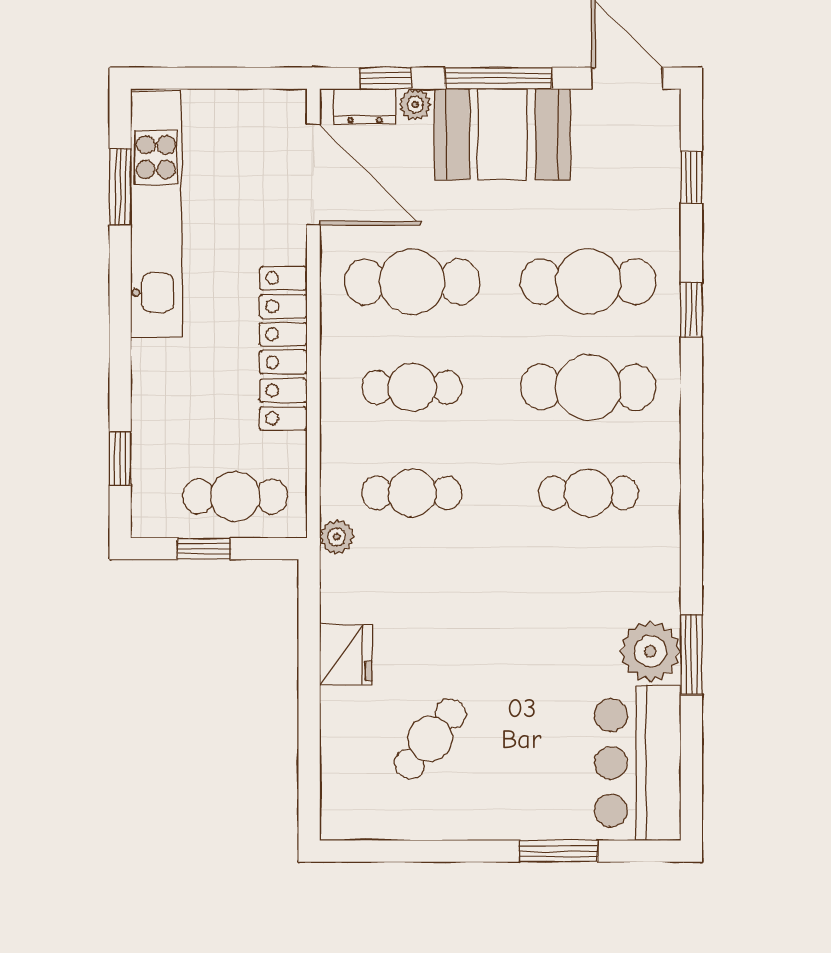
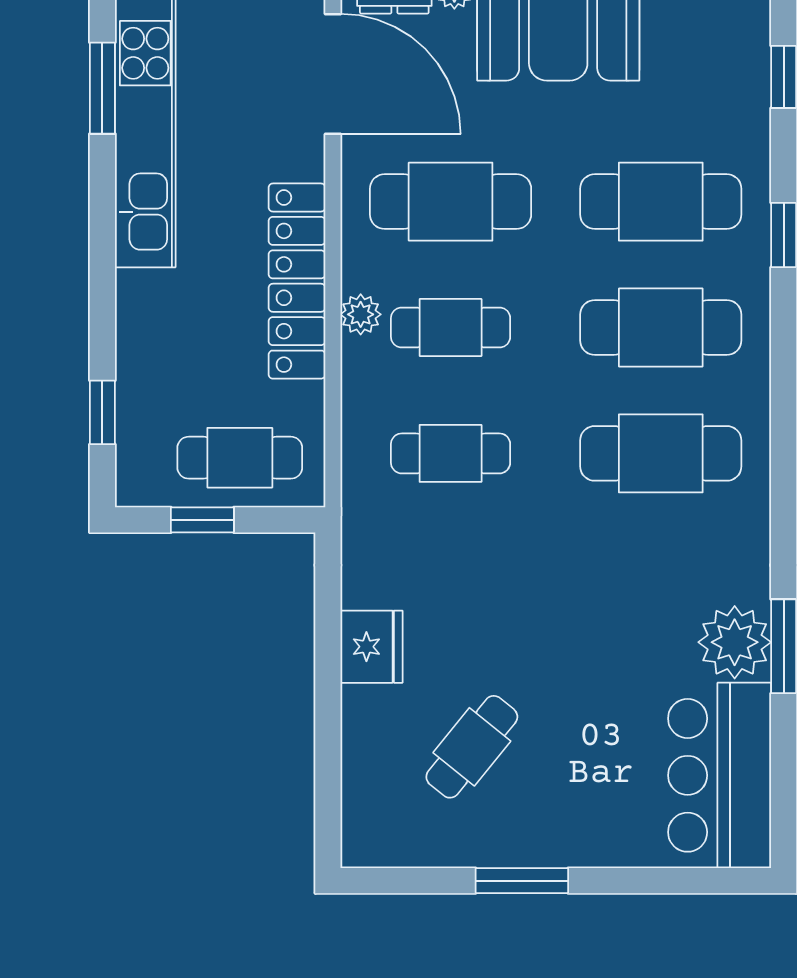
cafe table: (588, 493) -> (661, 453), width x1.37, depth x1.35
plant: (337, 537) -> (361, 314), moved
window: (559, 851) -> (522, 881), moved

